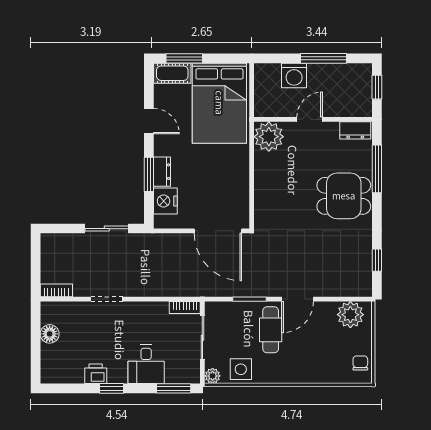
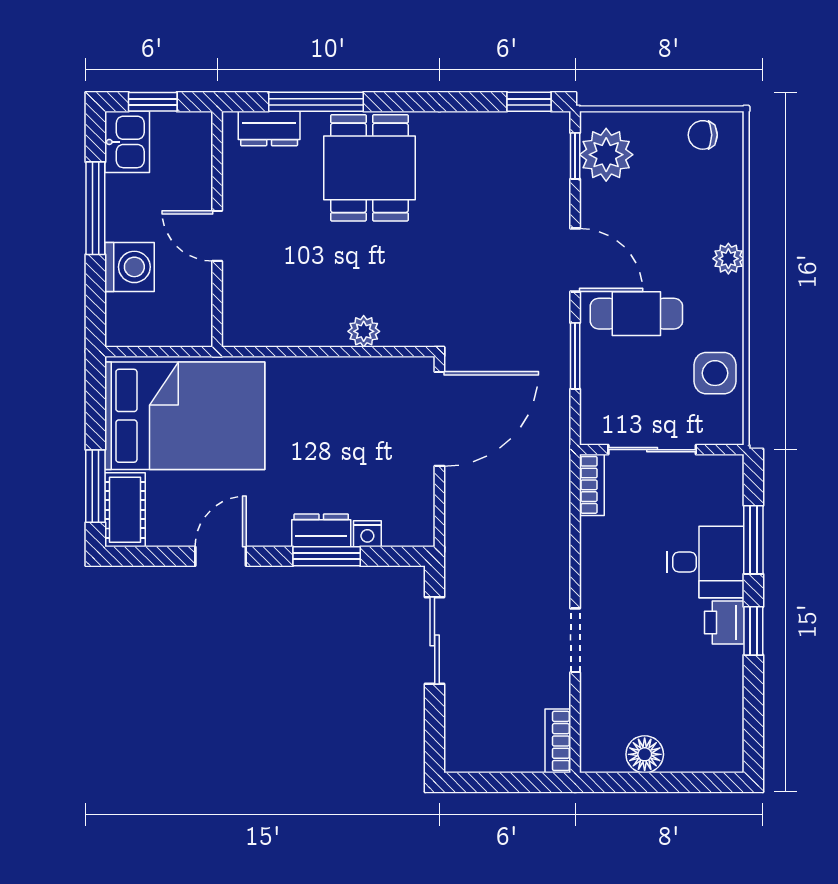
kitchen sink: (357, 74) -> (127, 142), added
dresser: (355, 130) -> (269, 129), moved, turned 90
plant: (269, 137) -> (364, 331), moved, width x0.53, depth x0.53
nightstand: (165, 201) -> (367, 534), width x0.53, depth x0.56
window: (377, 260) -> (529, 102), moved
window: (350, 299) -> (575, 156), added
printer: (96, 374) -> (724, 622), moved
plant: (213, 376) -> (728, 259), moved
window: (174, 388) -> (753, 540), moved

